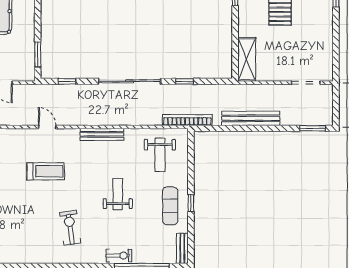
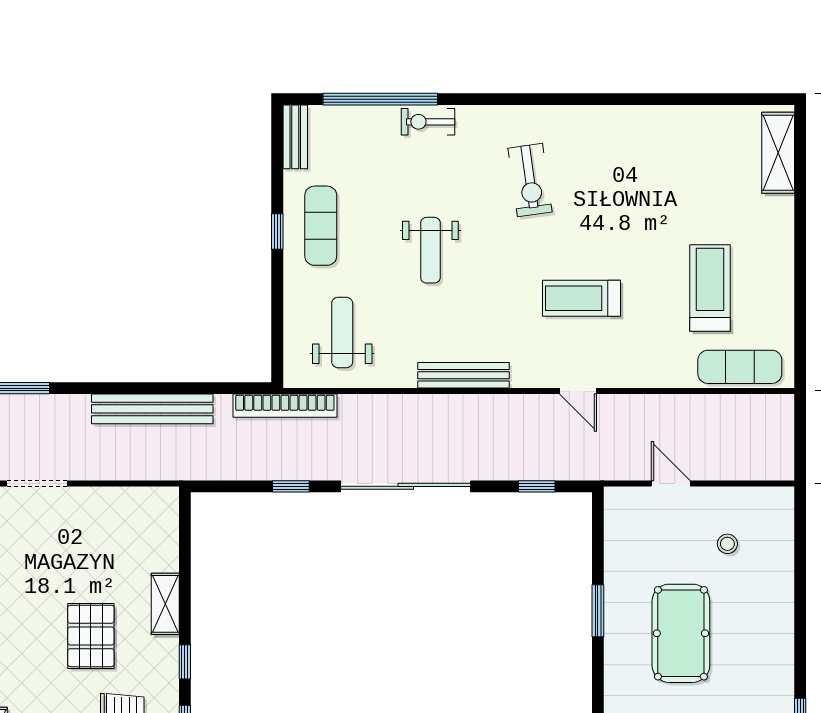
window: (38, 54) -> (598, 611), moved
shelving: (247, 59) -> (165, 604), moved, width x0.67, depth x0.75

